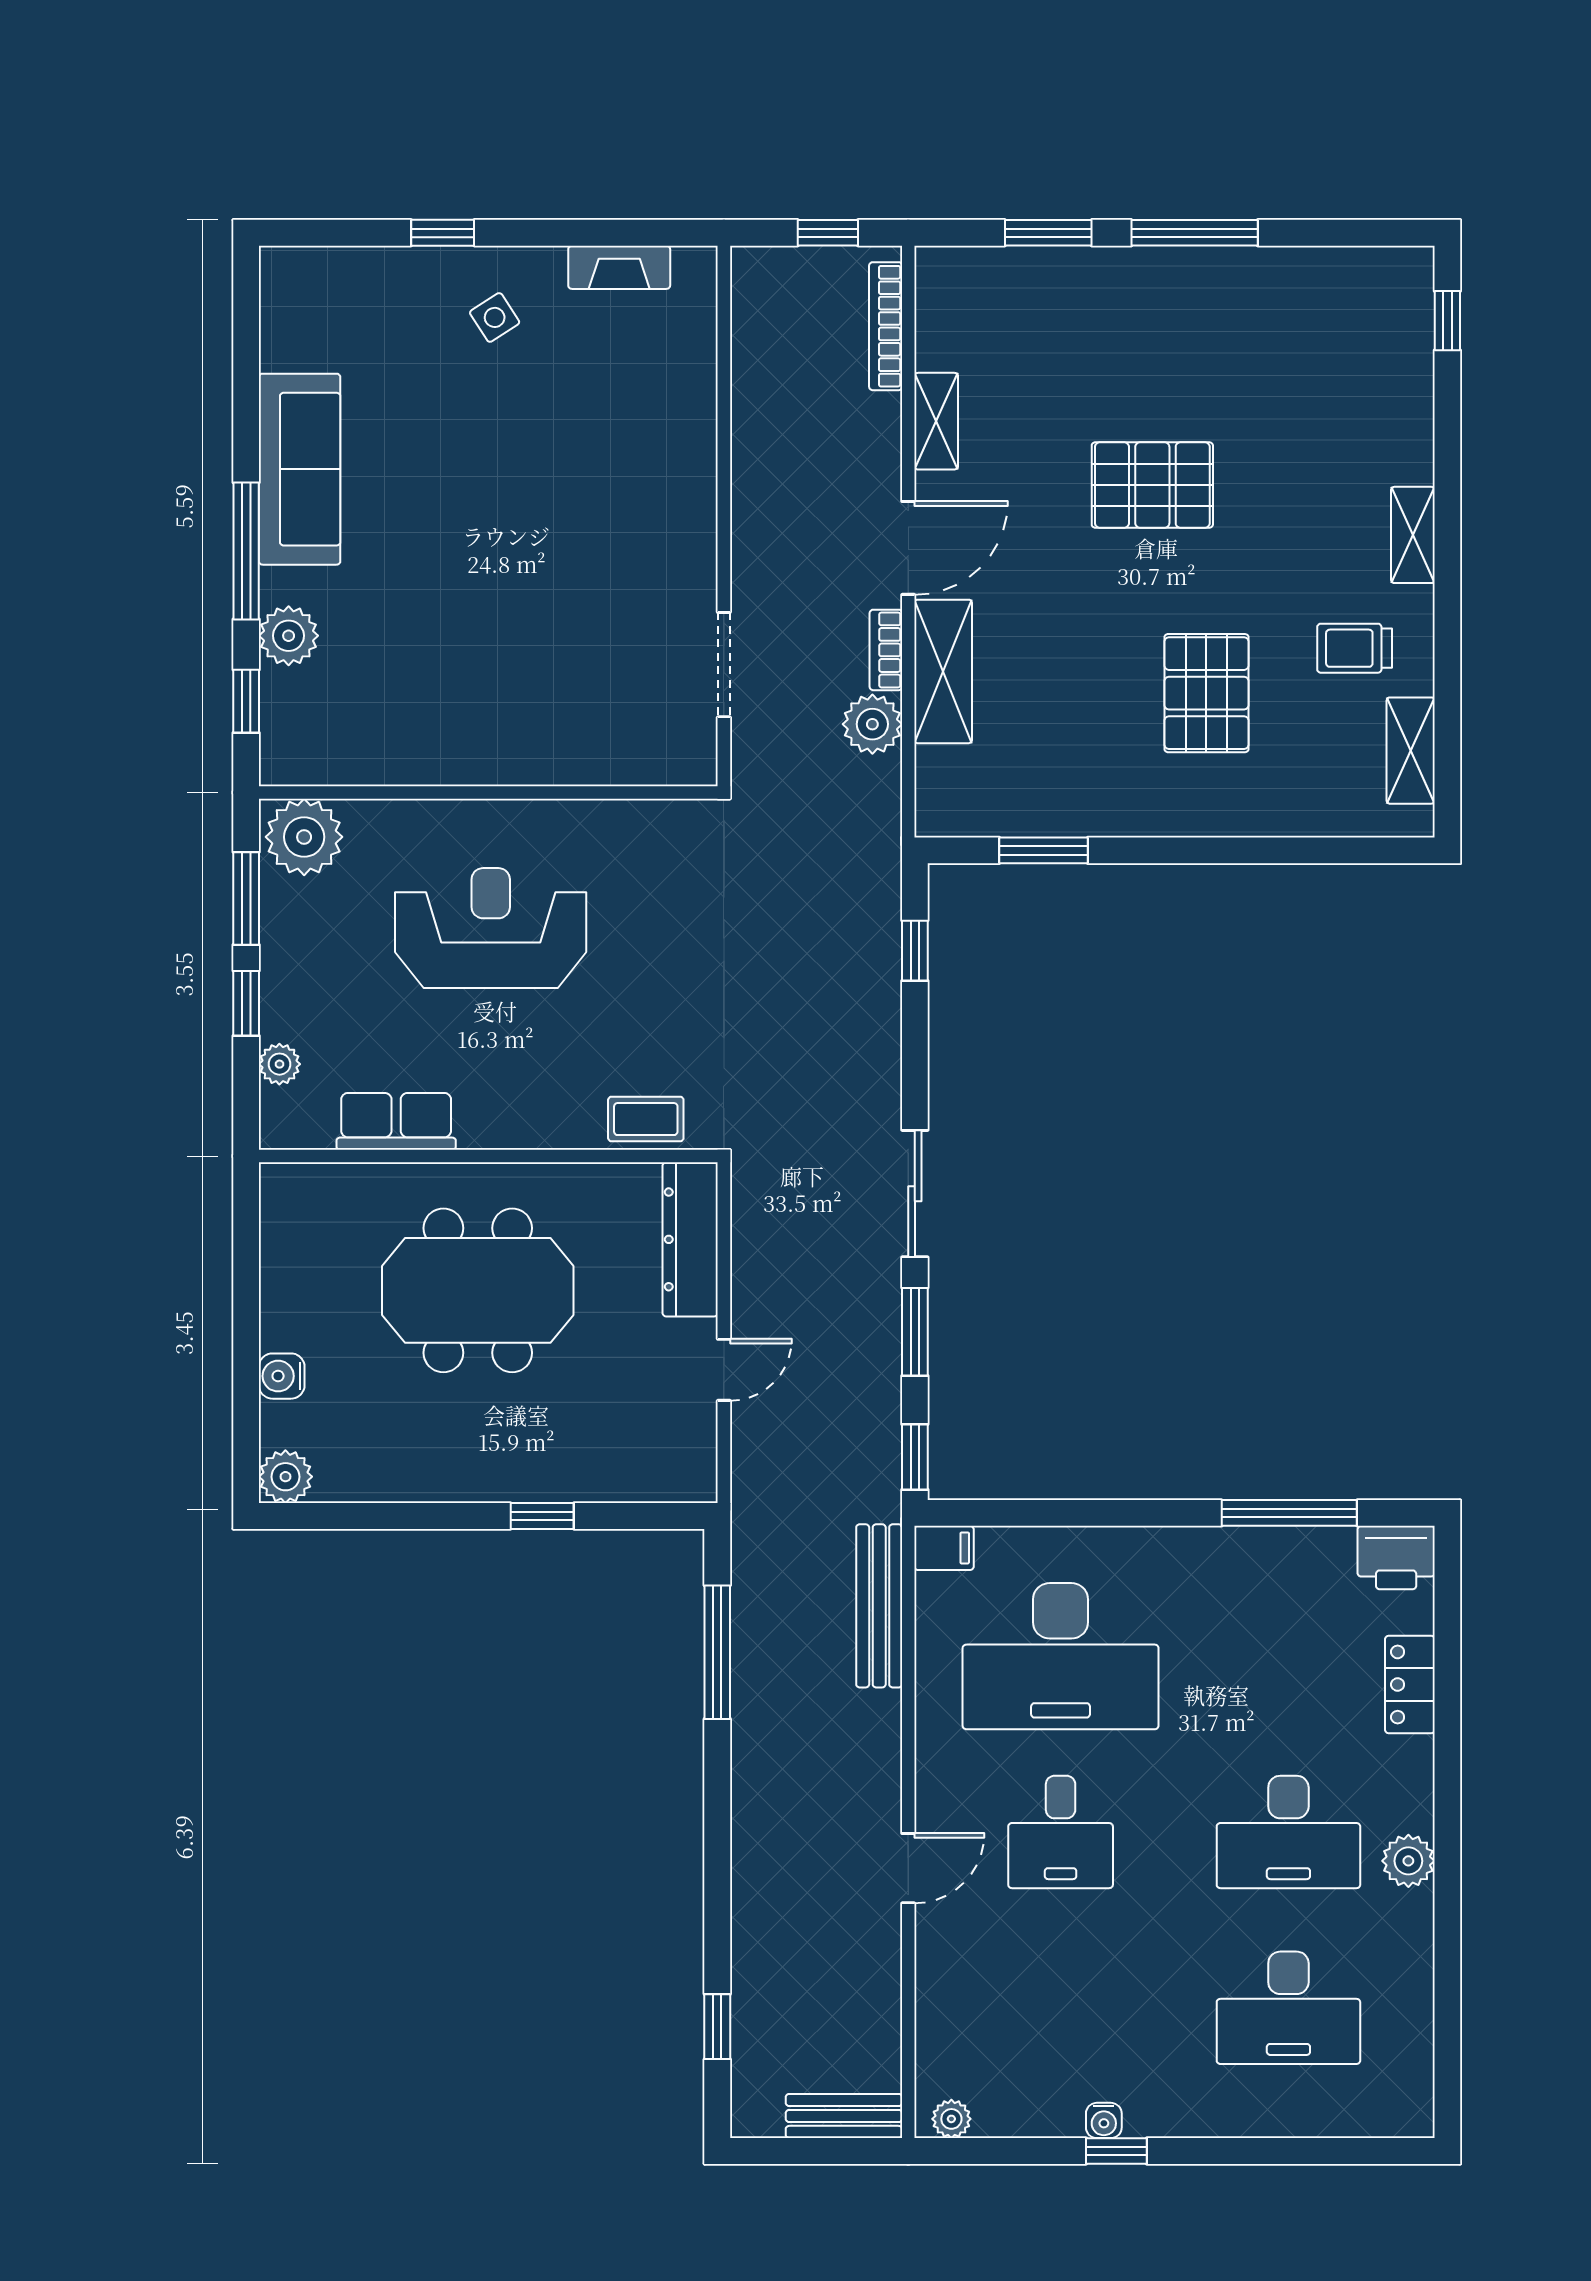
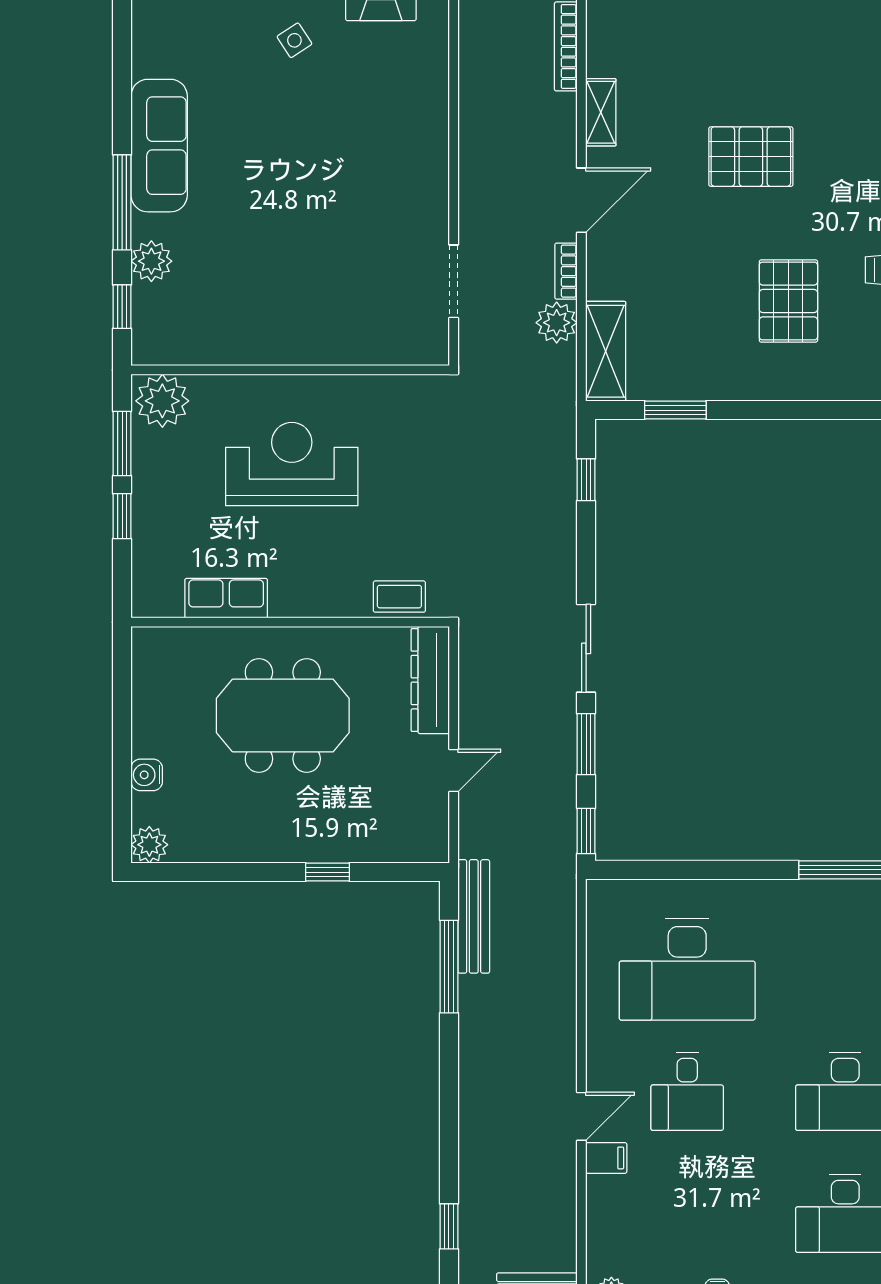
shelving: (943, 671) -> (606, 351), moved
plant: (279, 1064) -> (145, 558), removed
filing cabinet: (944, 1548) -> (606, 1158), moved
bench: (879, 1606) -> (474, 916), moved

